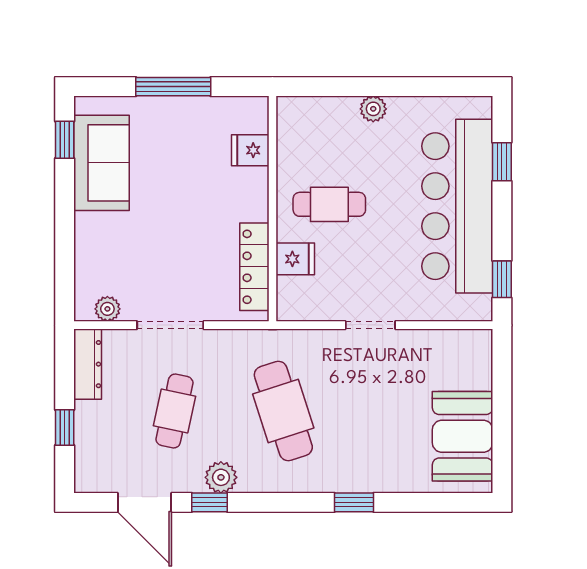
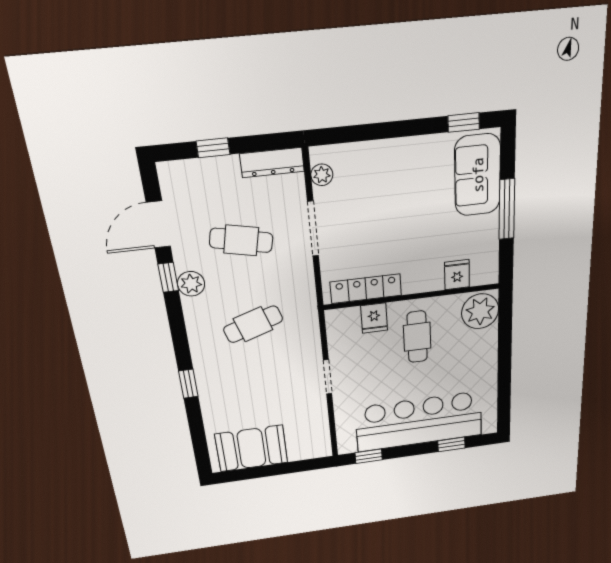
plant: (373, 109) -> (480, 311), moved, width x1.88, depth x1.88
sofa: (101, 163) -> (478, 175), moved, turned 90
cafe table: (283, 411) -> (253, 324), width x0.73, depth x0.74

